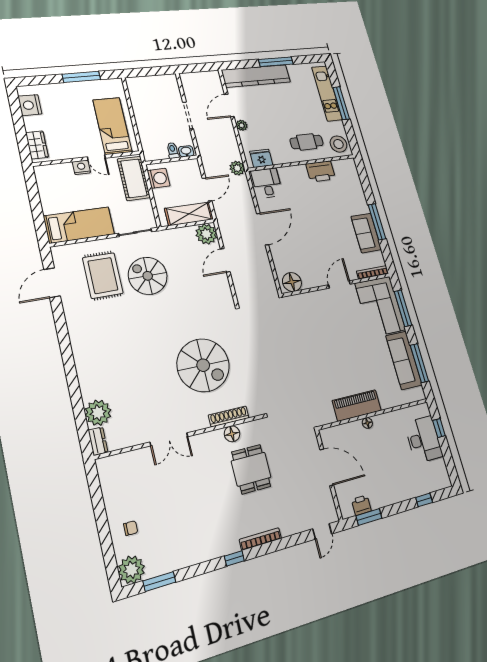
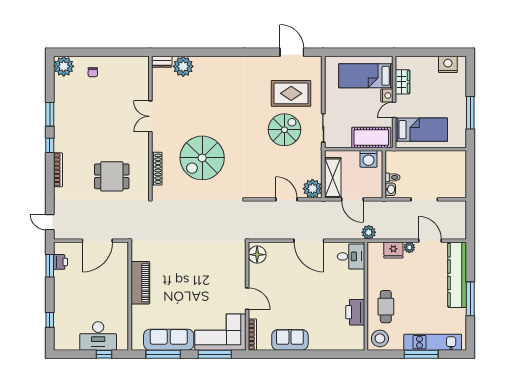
wardrobe: (37, 145) -> (403, 82), moved, turned -90
fridge: (261, 158) -> (393, 250), moved, turned 90
window: (377, 222) -> (299, 354), removed
bed: (79, 225) -> (366, 76), moved, turned 90
floor lamp: (367, 423) -> (124, 288), removed
floor lamp: (232, 434) -> (143, 168), removed
window: (159, 582) -> (50, 114), moved

